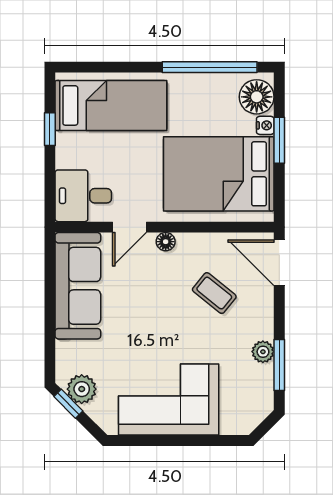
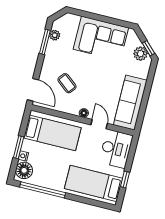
bed: (219, 174) -> (52, 133), width x0.67
desk: (83, 196) -> (116, 149), width x1.37
door: (129, 227) -> (99, 124), hinge flipped
plant: (263, 352) -> (55, 35), moved

